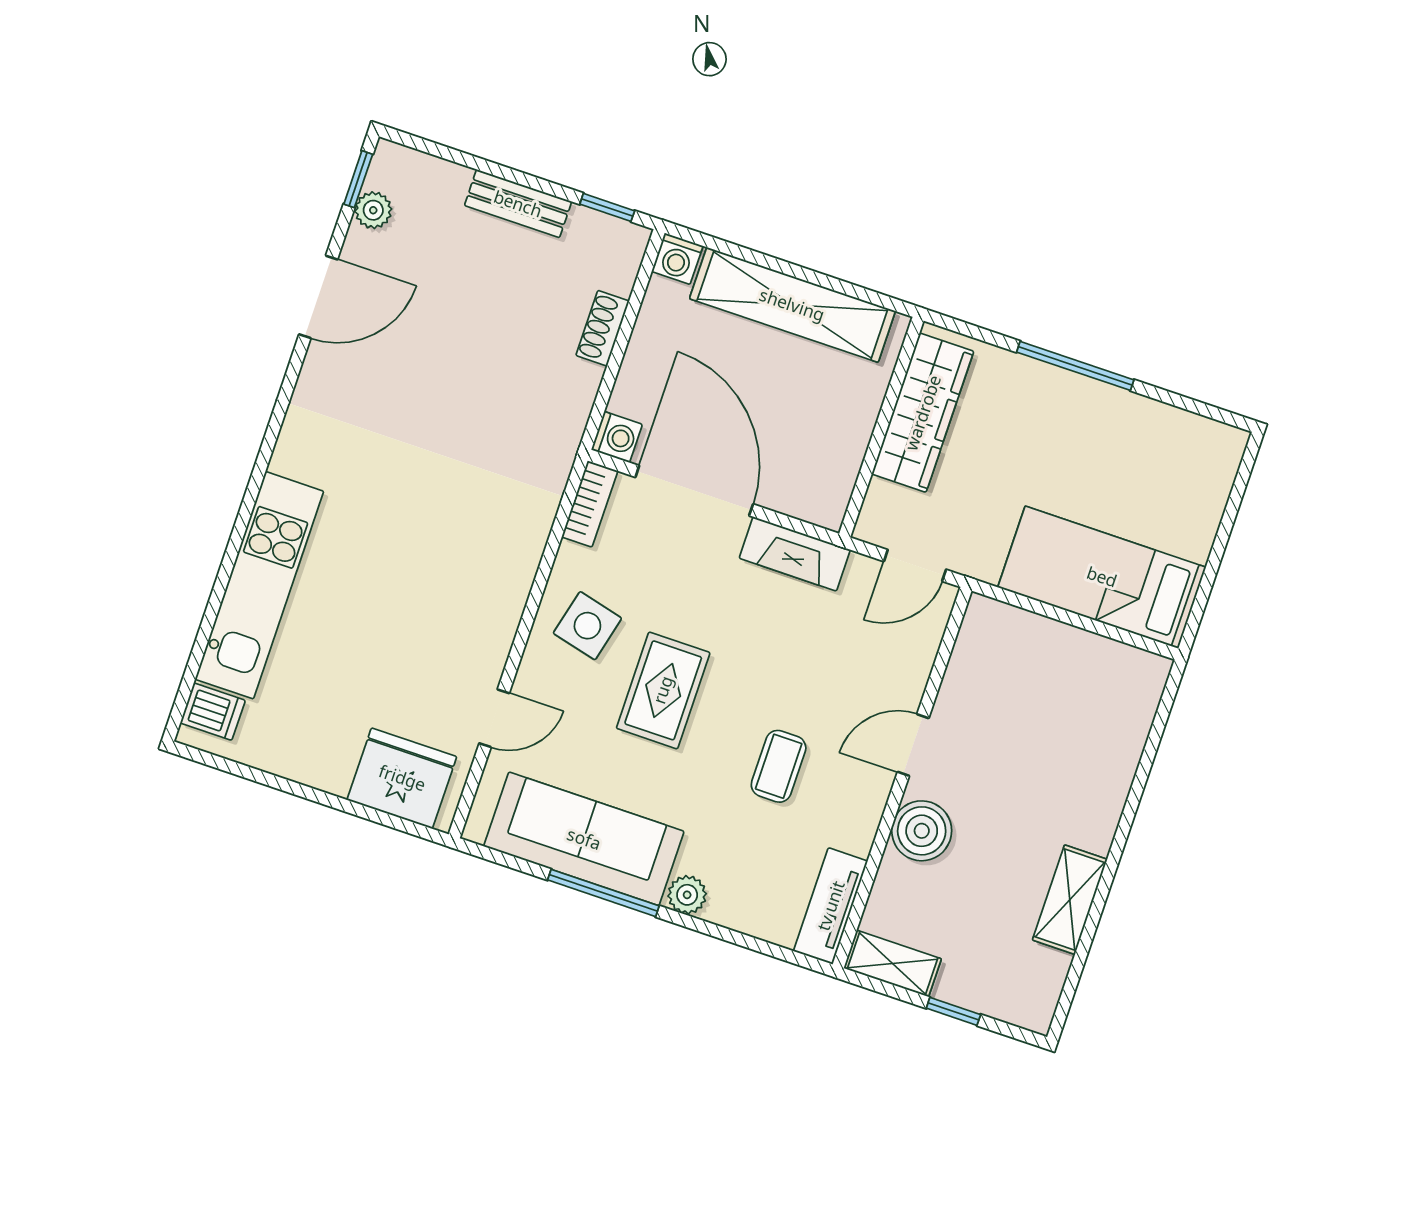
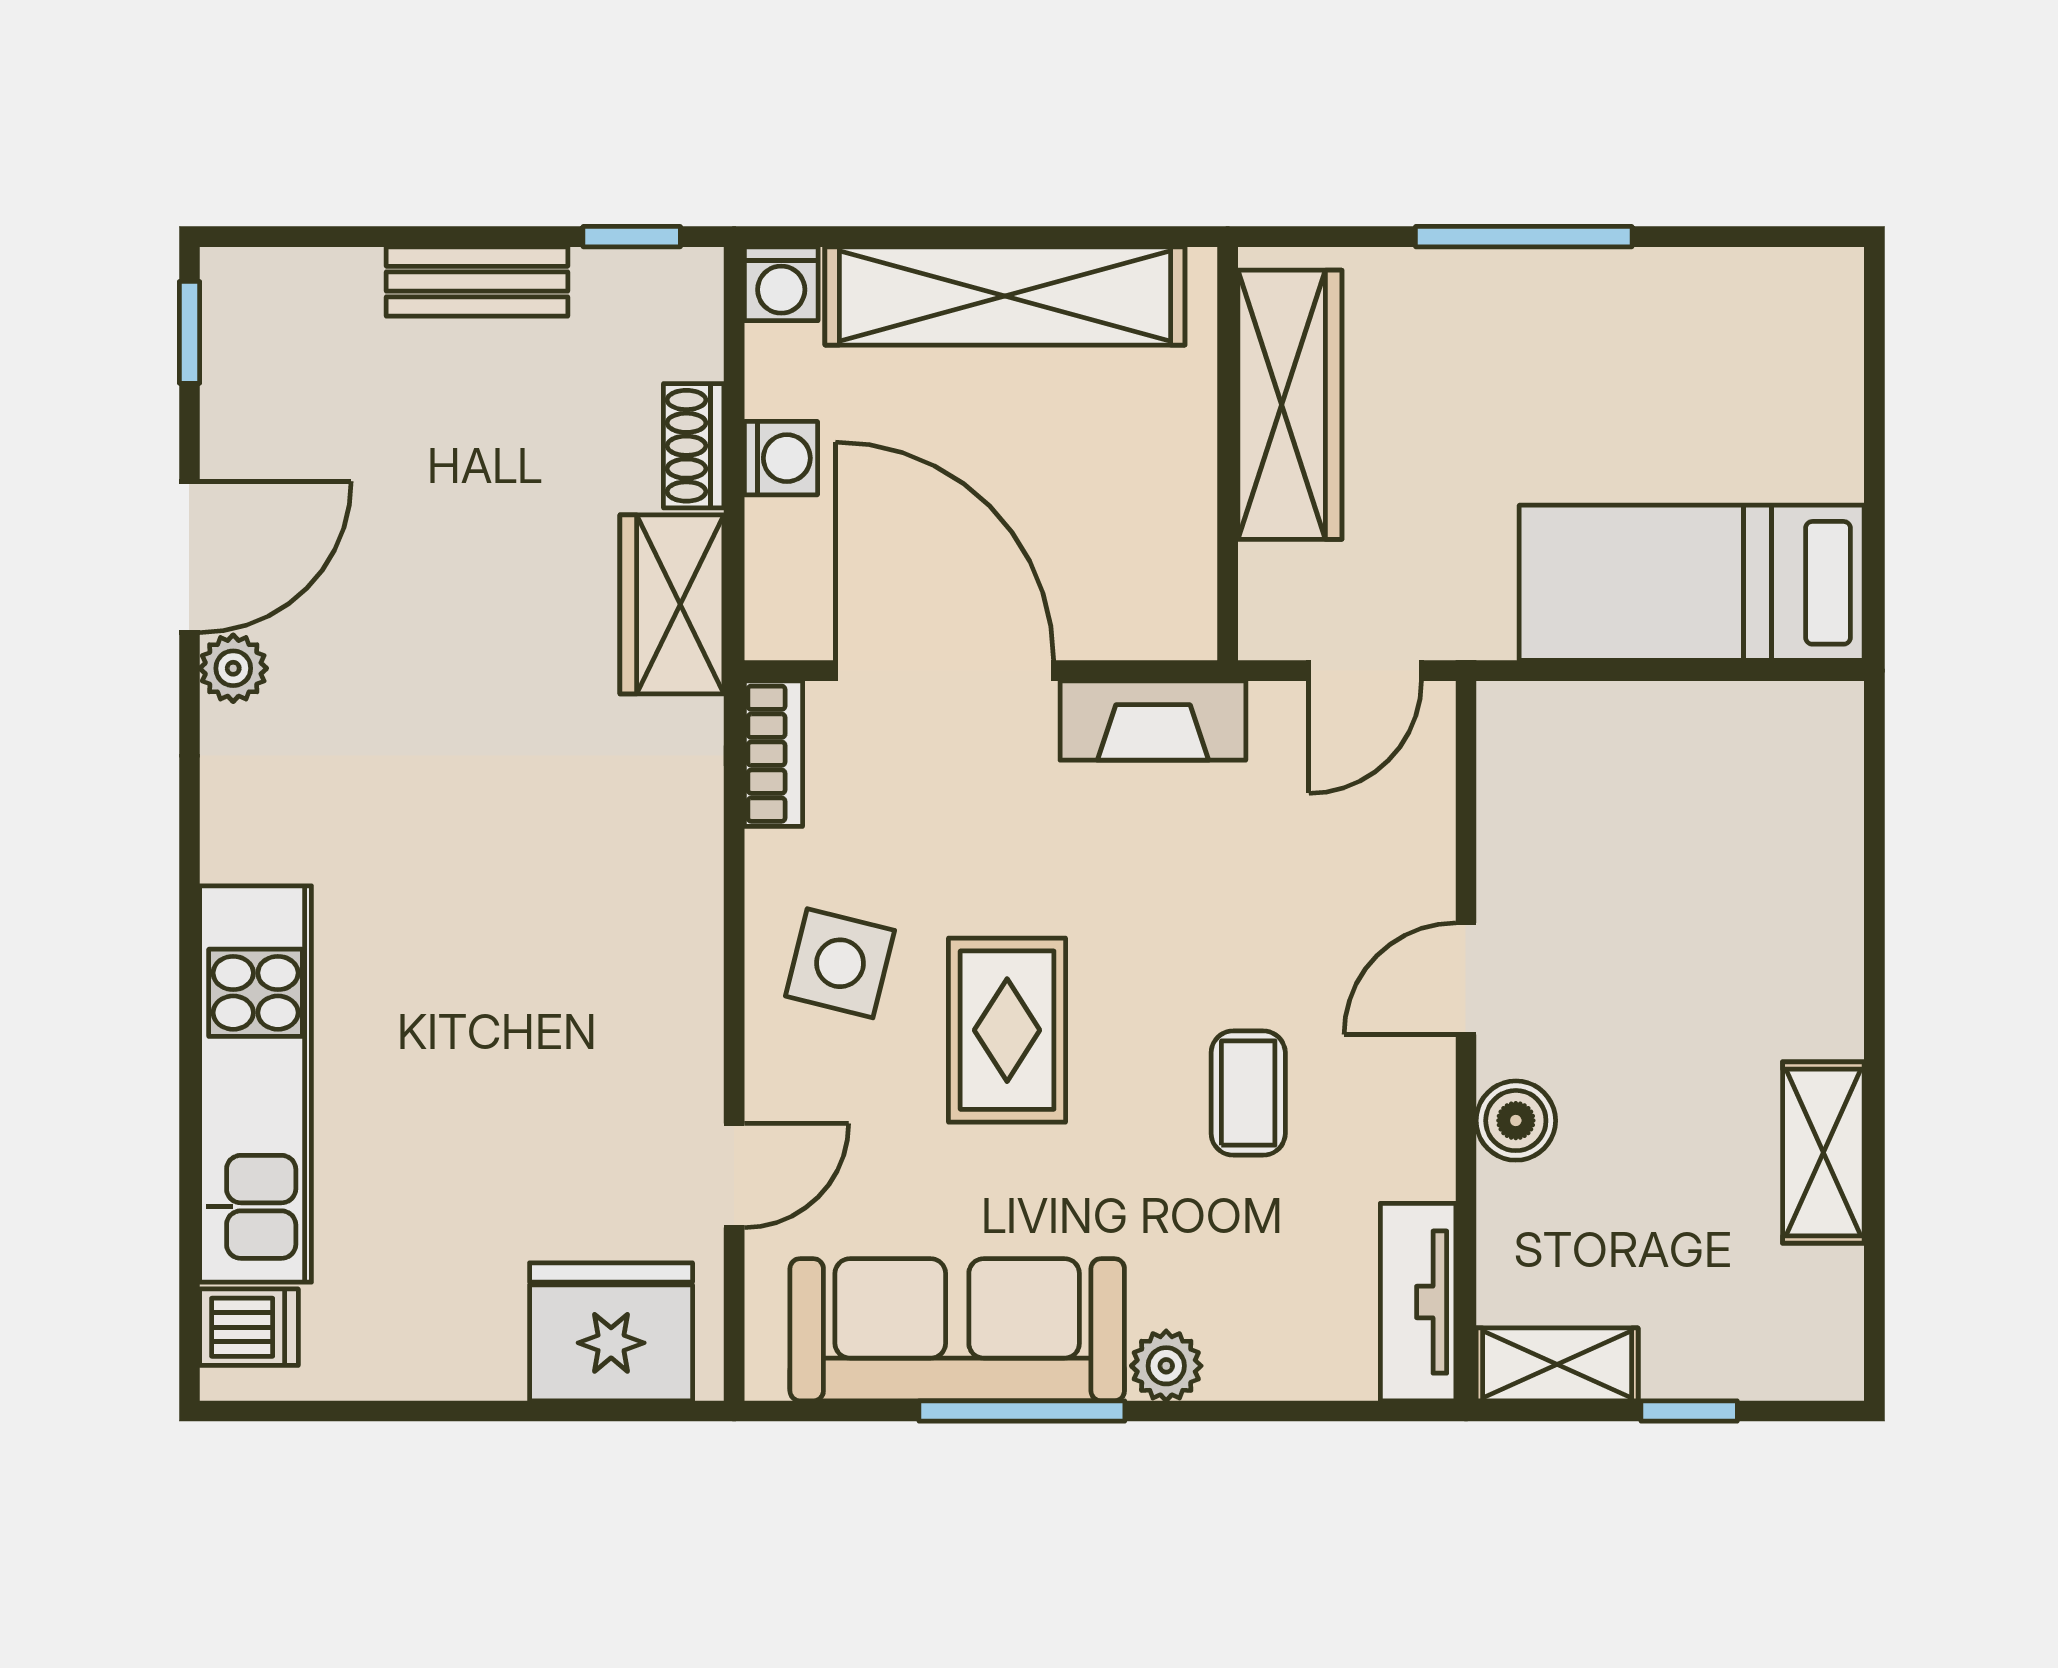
plant: (373, 210) -> (233, 668), moved
wardrobe: (563, 408) -> (672, 604), added
washing machine: (617, 437) -> (781, 458), moved
boiler: (922, 831) -> (1516, 1121), width x0.73, depth x0.73

